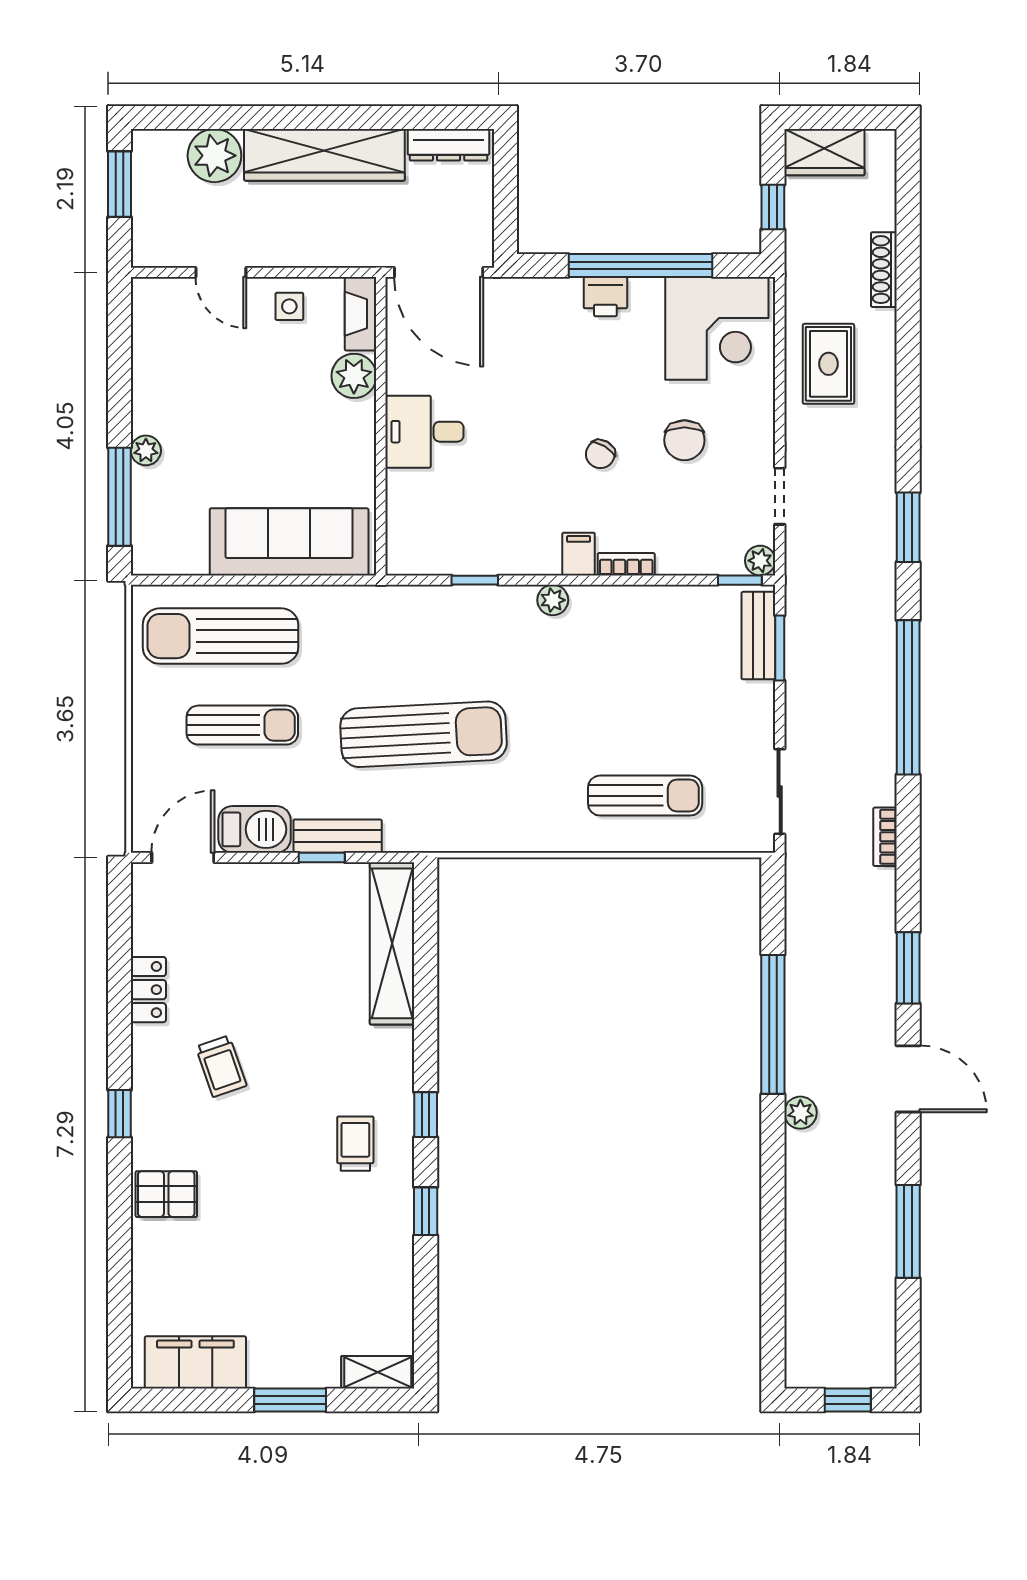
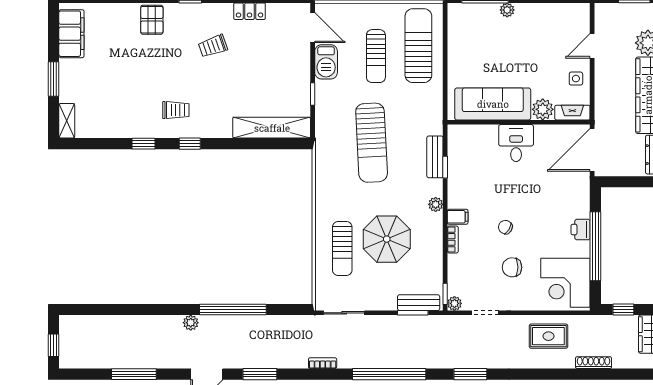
sofa: (289, 542) -> (493, 104), moved, turned -90
parasol: (625, 702) -> (387, 239), added
bench: (338, 836) -> (435, 157), moved

